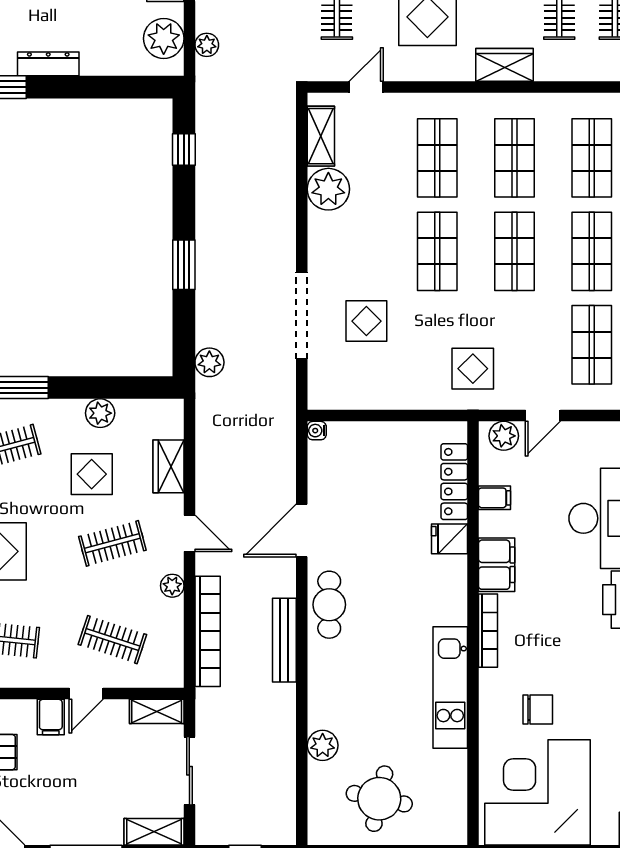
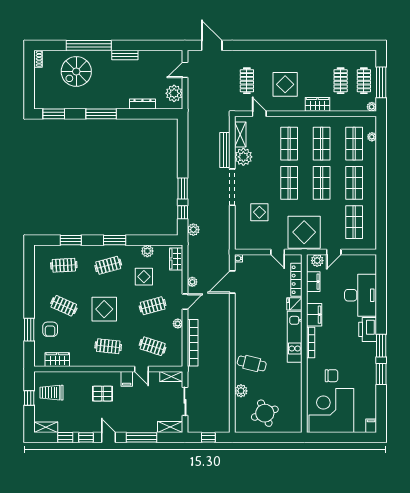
plant: (207, 45) -> (192, 282), moved
dresser: (48, 64) -> (142, 104), moved
door: (366, 87) -> (259, 114), hinge flipped
window: (184, 149) -> (183, 212), moved
doorway: (302, 315) -> (232, 187), moved
display table: (473, 369) -> (304, 232), width x1.86, depth x1.86
door: (410, 416) -> (278, 252), added
wardrobe: (168, 466) -> (176, 259), moved
filing cabinet: (494, 498) -> (313, 282), width x2.00
door: (302, 531) -> (232, 282), moved
door: (189, 533) -> (185, 302), hinge flipped
cafe table: (329, 605) -> (252, 363), moved, turned -76
bench: (284, 640) -> (225, 150), moved
kitchen unit: (450, 688) -> (295, 337), moved
door: (86, 694) -> (141, 369), hinge flipped
round table: (379, 799) -> (265, 413), turned -33

